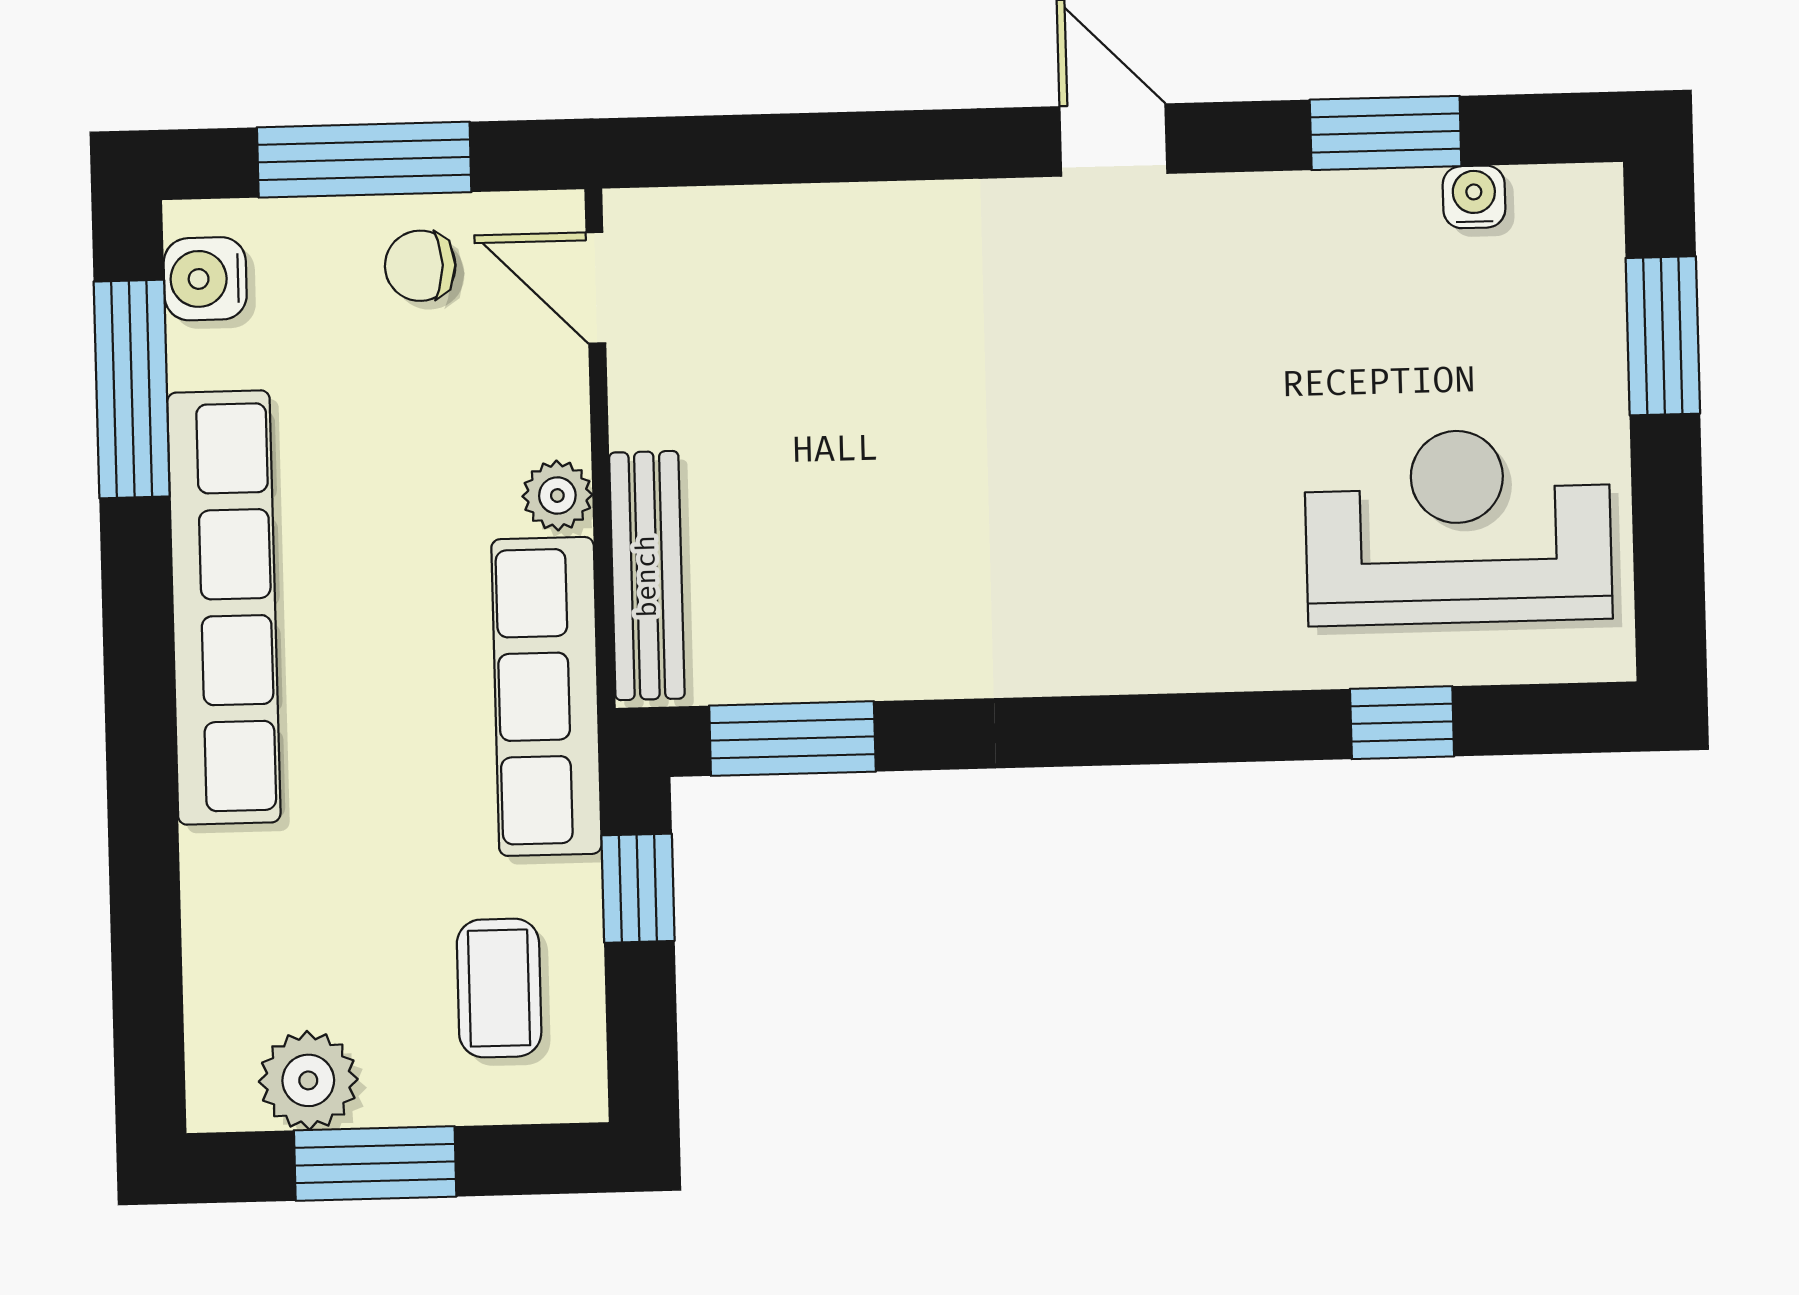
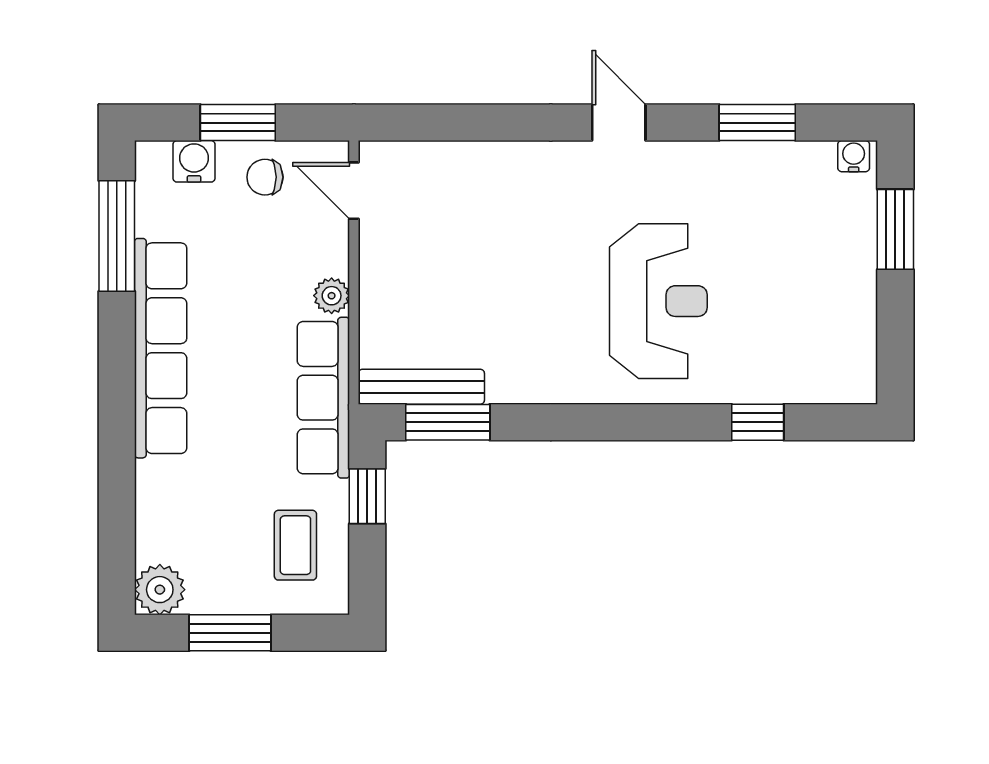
window: (364, 160) -> (238, 123), width x0.69
water cooler: (1474, 197) -> (854, 156), moved
water cooler: (205, 279) -> (194, 161), moved, turned 90
reception desk: (1458, 527) -> (658, 301), moved, turned 90
bench: (647, 576) -> (421, 387), moved, turned 90
plant: (308, 1080) -> (160, 590), moved

